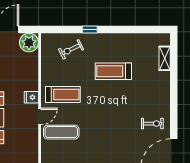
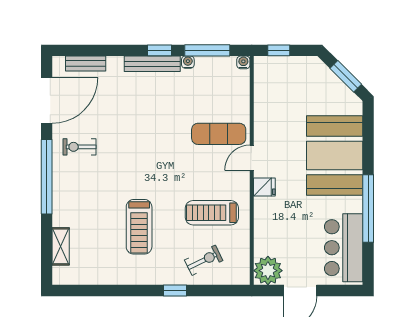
treadmill: (113, 71) -> (139, 227), turned 90
treadmill: (63, 95) -> (212, 213), moved
window: (174, 104) -> (47, 177), added

